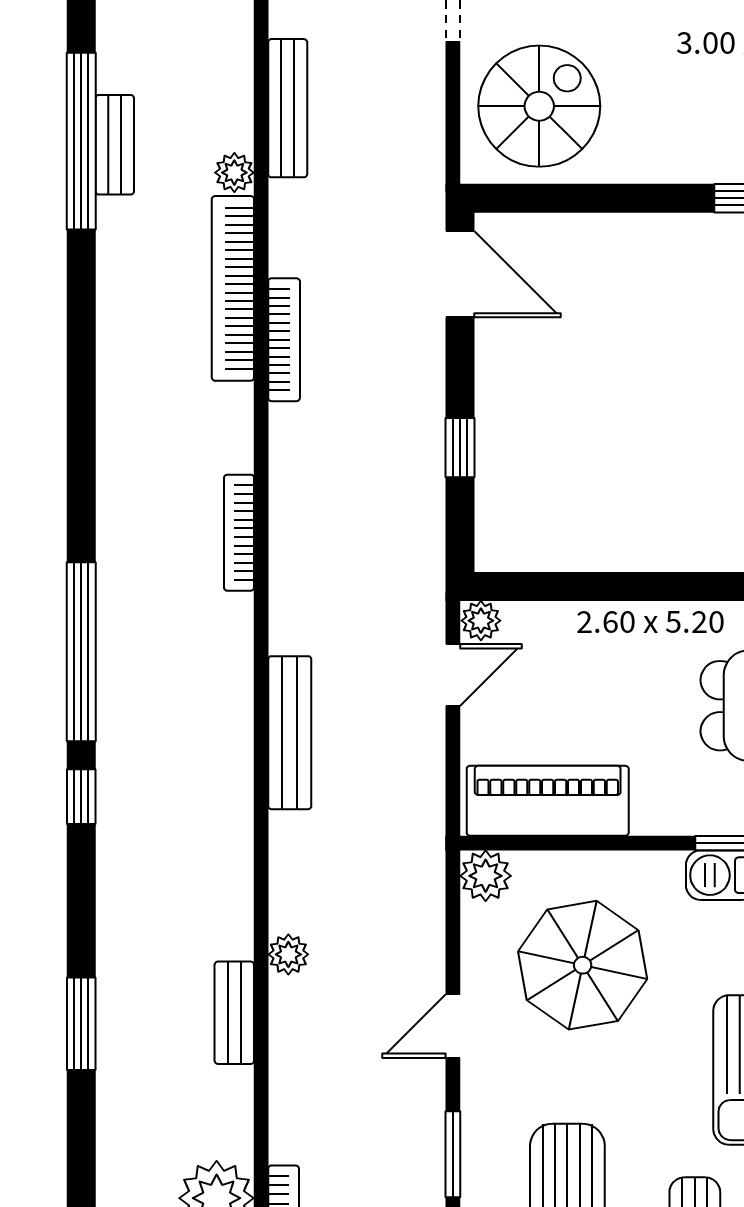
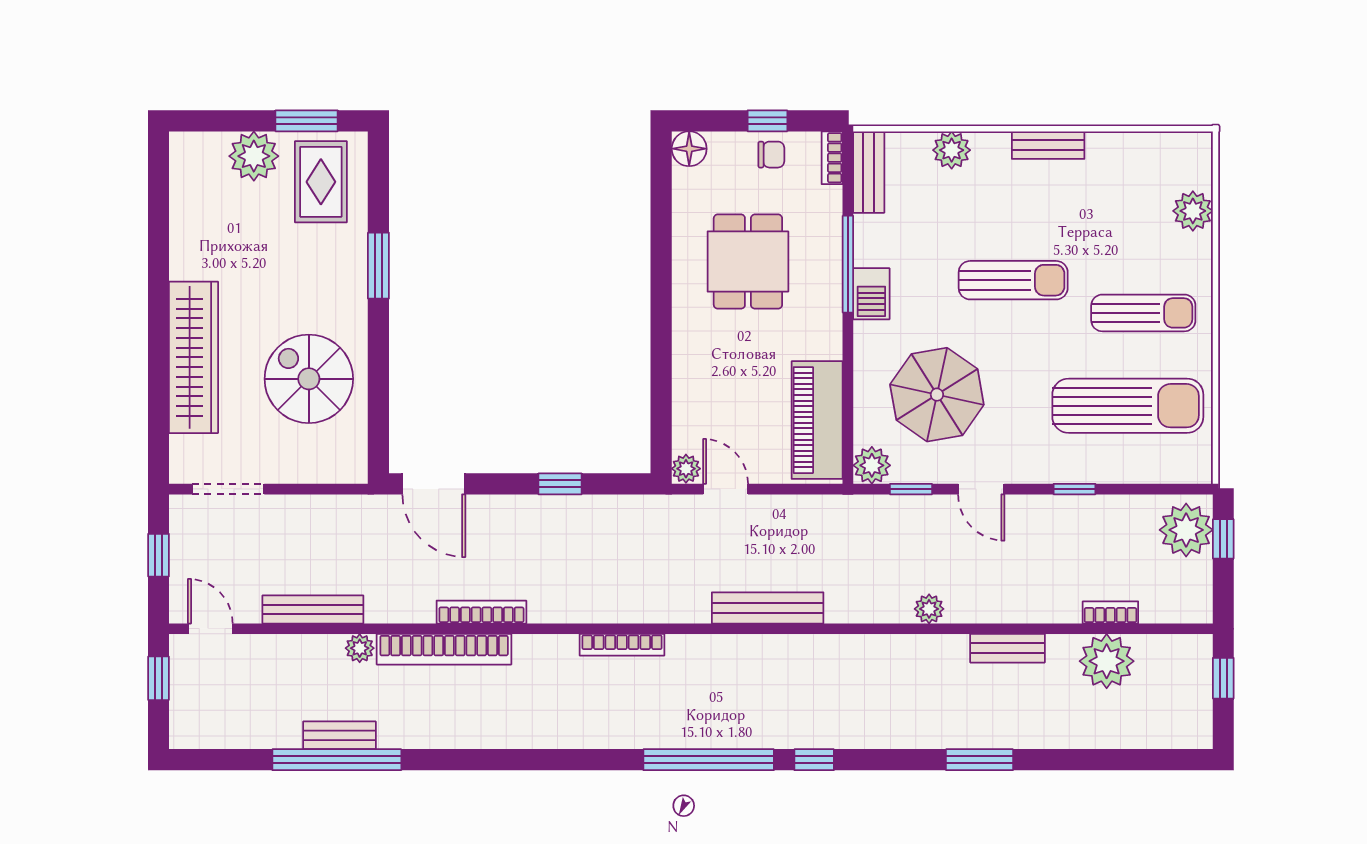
spiral stairs: (539, 106) -> (309, 379), moved
door: (460, 274) -> (434, 484), swing flipped
window: (453, 930) -> (911, 489), added
bench: (234, 1013) -> (1007, 648), moved
window: (453, 1154) -> (1075, 489), width x0.67

